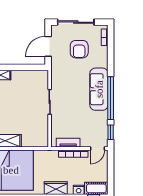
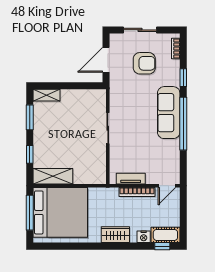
sliding door: (76, 22) -> (140, 30), width x0.73
armchair: (79, 49) -> (144, 63), turned -90
window: (111, 132) -> (183, 78), moved

